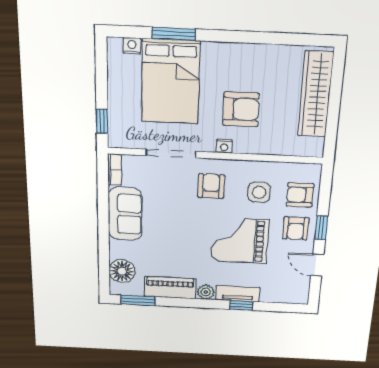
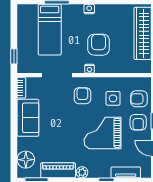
nightstand: (132, 46) -> (89, 9), moved
bed: (171, 82) -> (50, 30), width x0.67
armchair: (241, 109) -> (99, 45), turned -90
tv unit: (238, 294) -> (126, 172), moved

